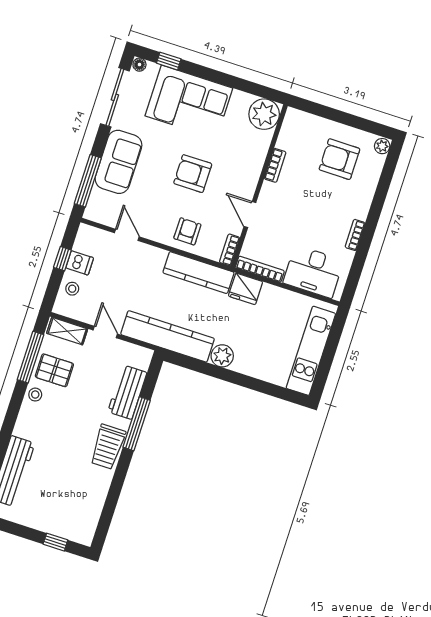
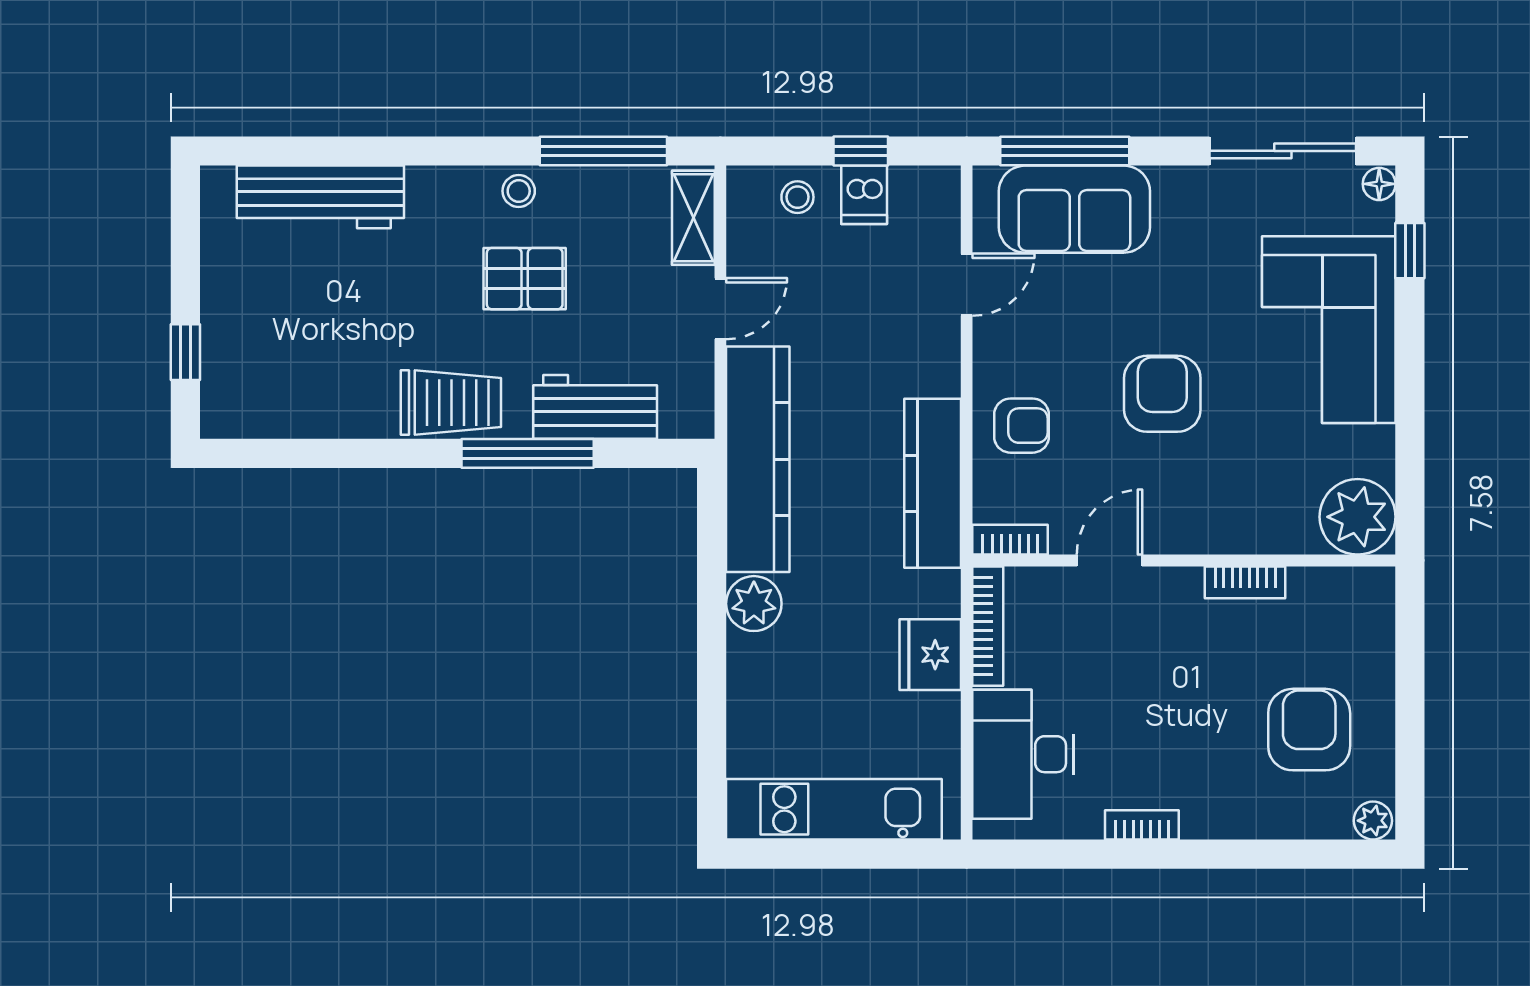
sofa: (118, 162) -> (1074, 209), moved
fridge: (246, 289) -> (930, 655), moved
pallet: (54, 370) -> (525, 279), moved, turned 90
trolley: (108, 447) -> (451, 403), turned 180

